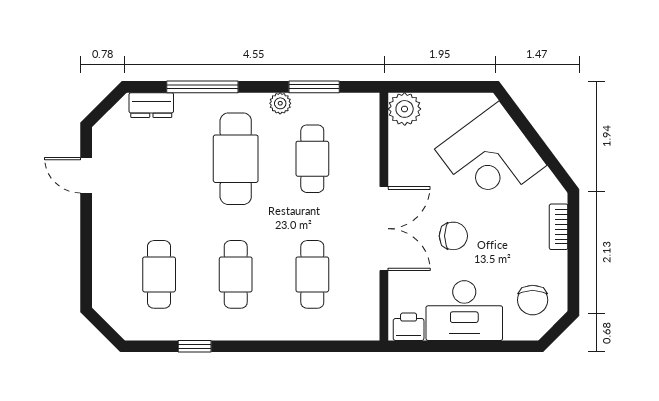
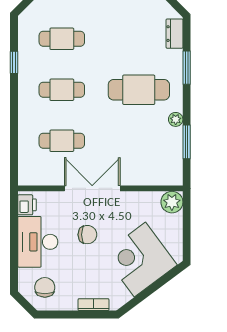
window: (202, 87) -> (187, 68), width x0.69
cafe table: (312, 159) -> (139, 141), removed
double door: (384, 229) -> (92, 188), swing flipped
chair: (453, 236) -> (87, 235), turned -90
chair: (533, 300) -> (45, 287), turned 90

